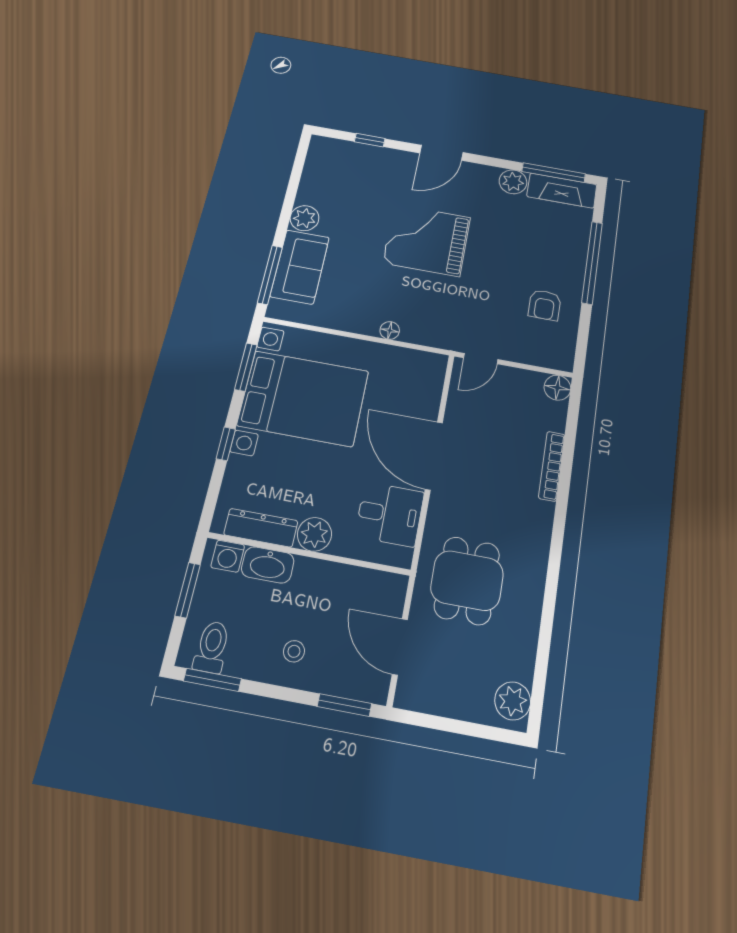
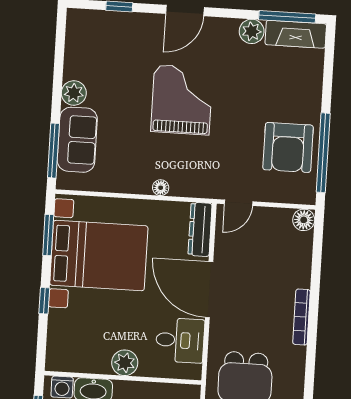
grand piano: (427, 240) -> (182, 100), turned 90
window: (592, 262) -> (323, 153), moved
armchair: (545, 305) -> (288, 147), width x1.88, depth x1.88
bookcase: (552, 466) -> (301, 317), moved
dresser: (261, 528) -> (200, 229), moved, turned -90

